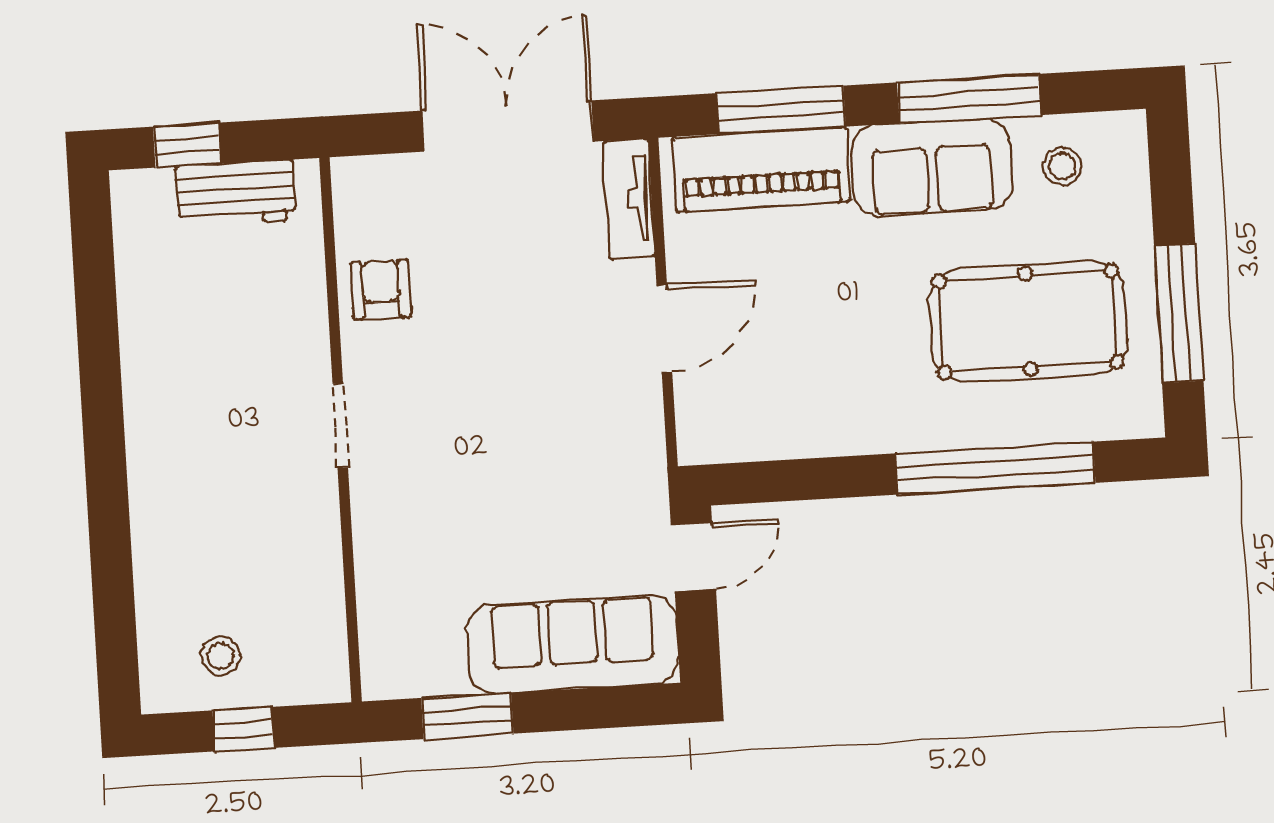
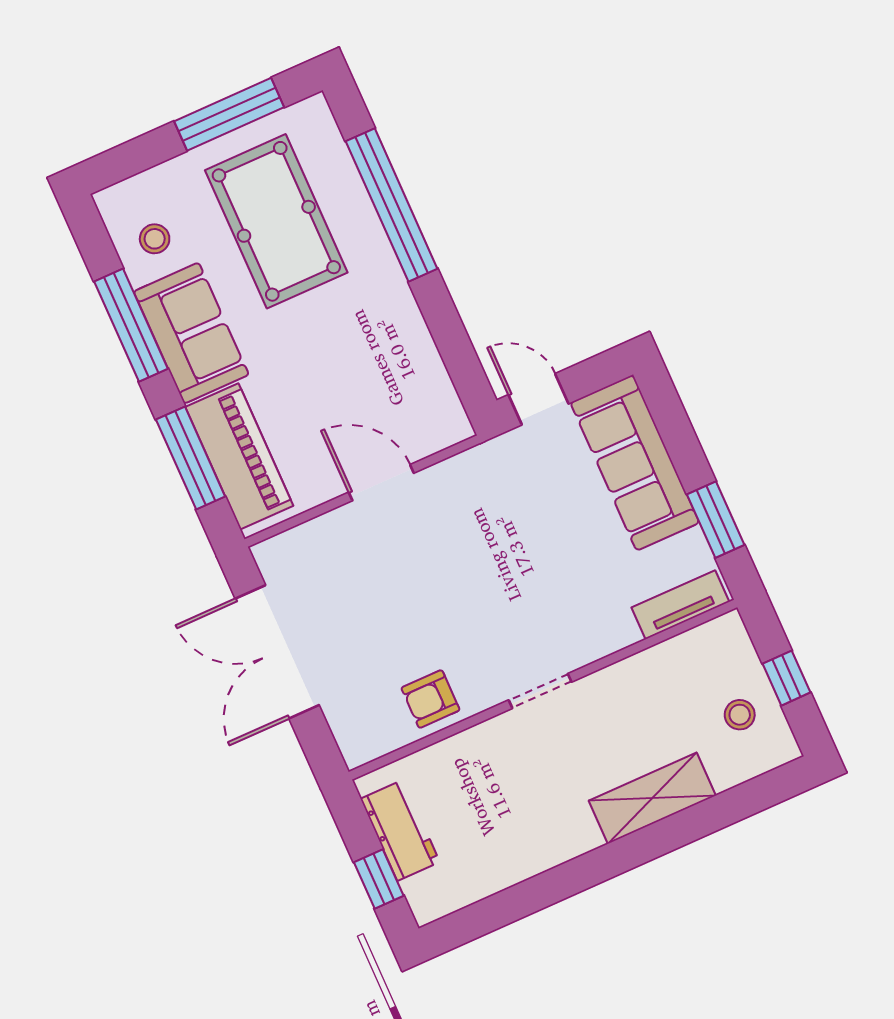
tv unit: (629, 199) -> (680, 605), moved, turned 180
shelving: (160, 512) -> (652, 798), added

